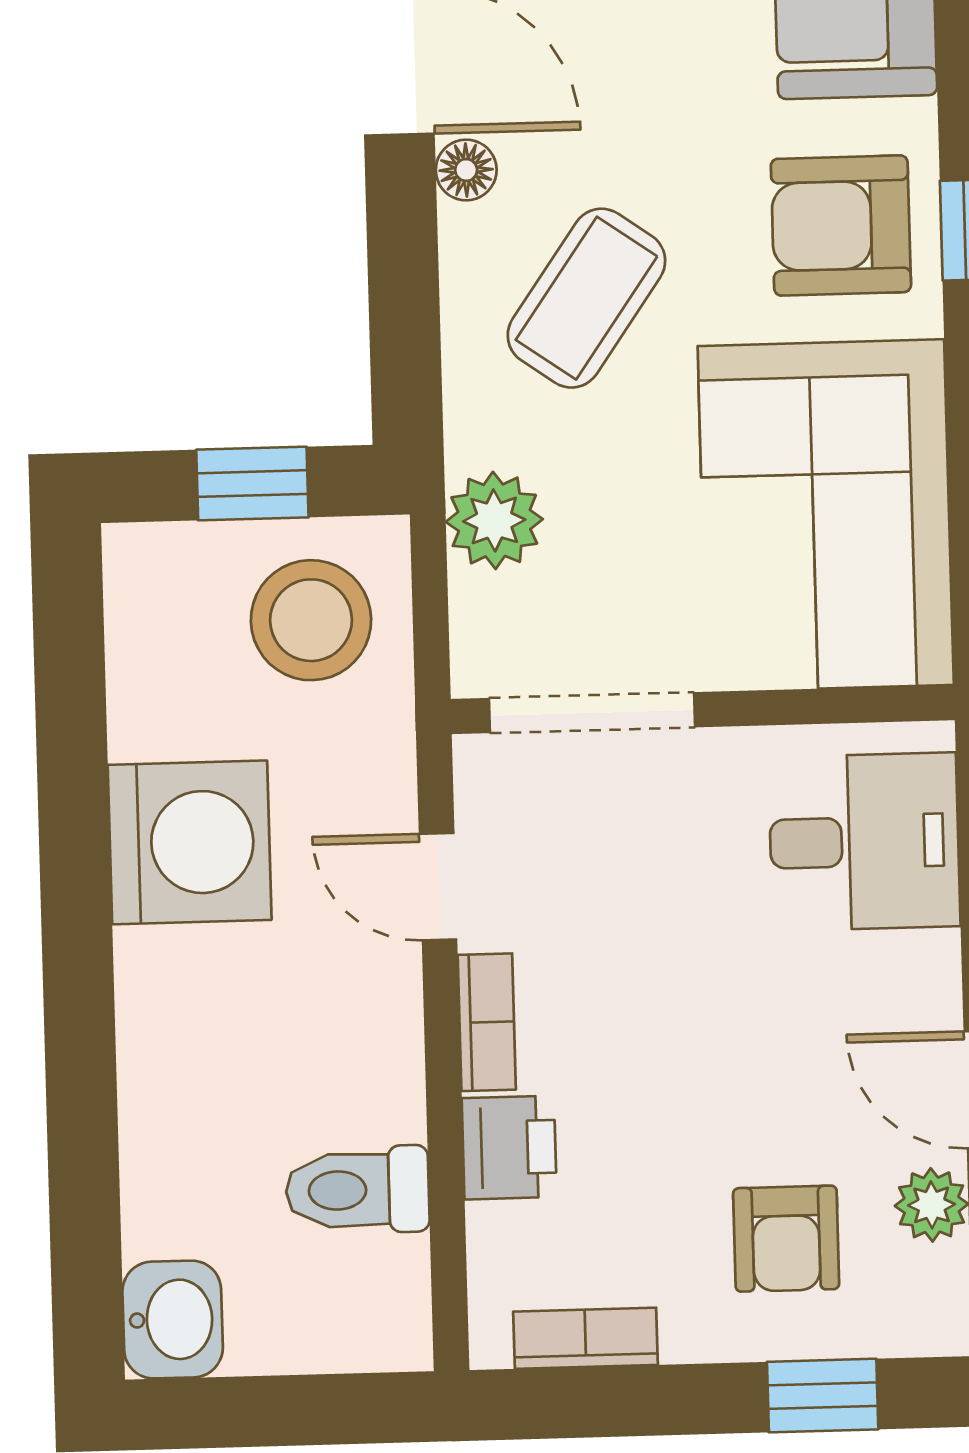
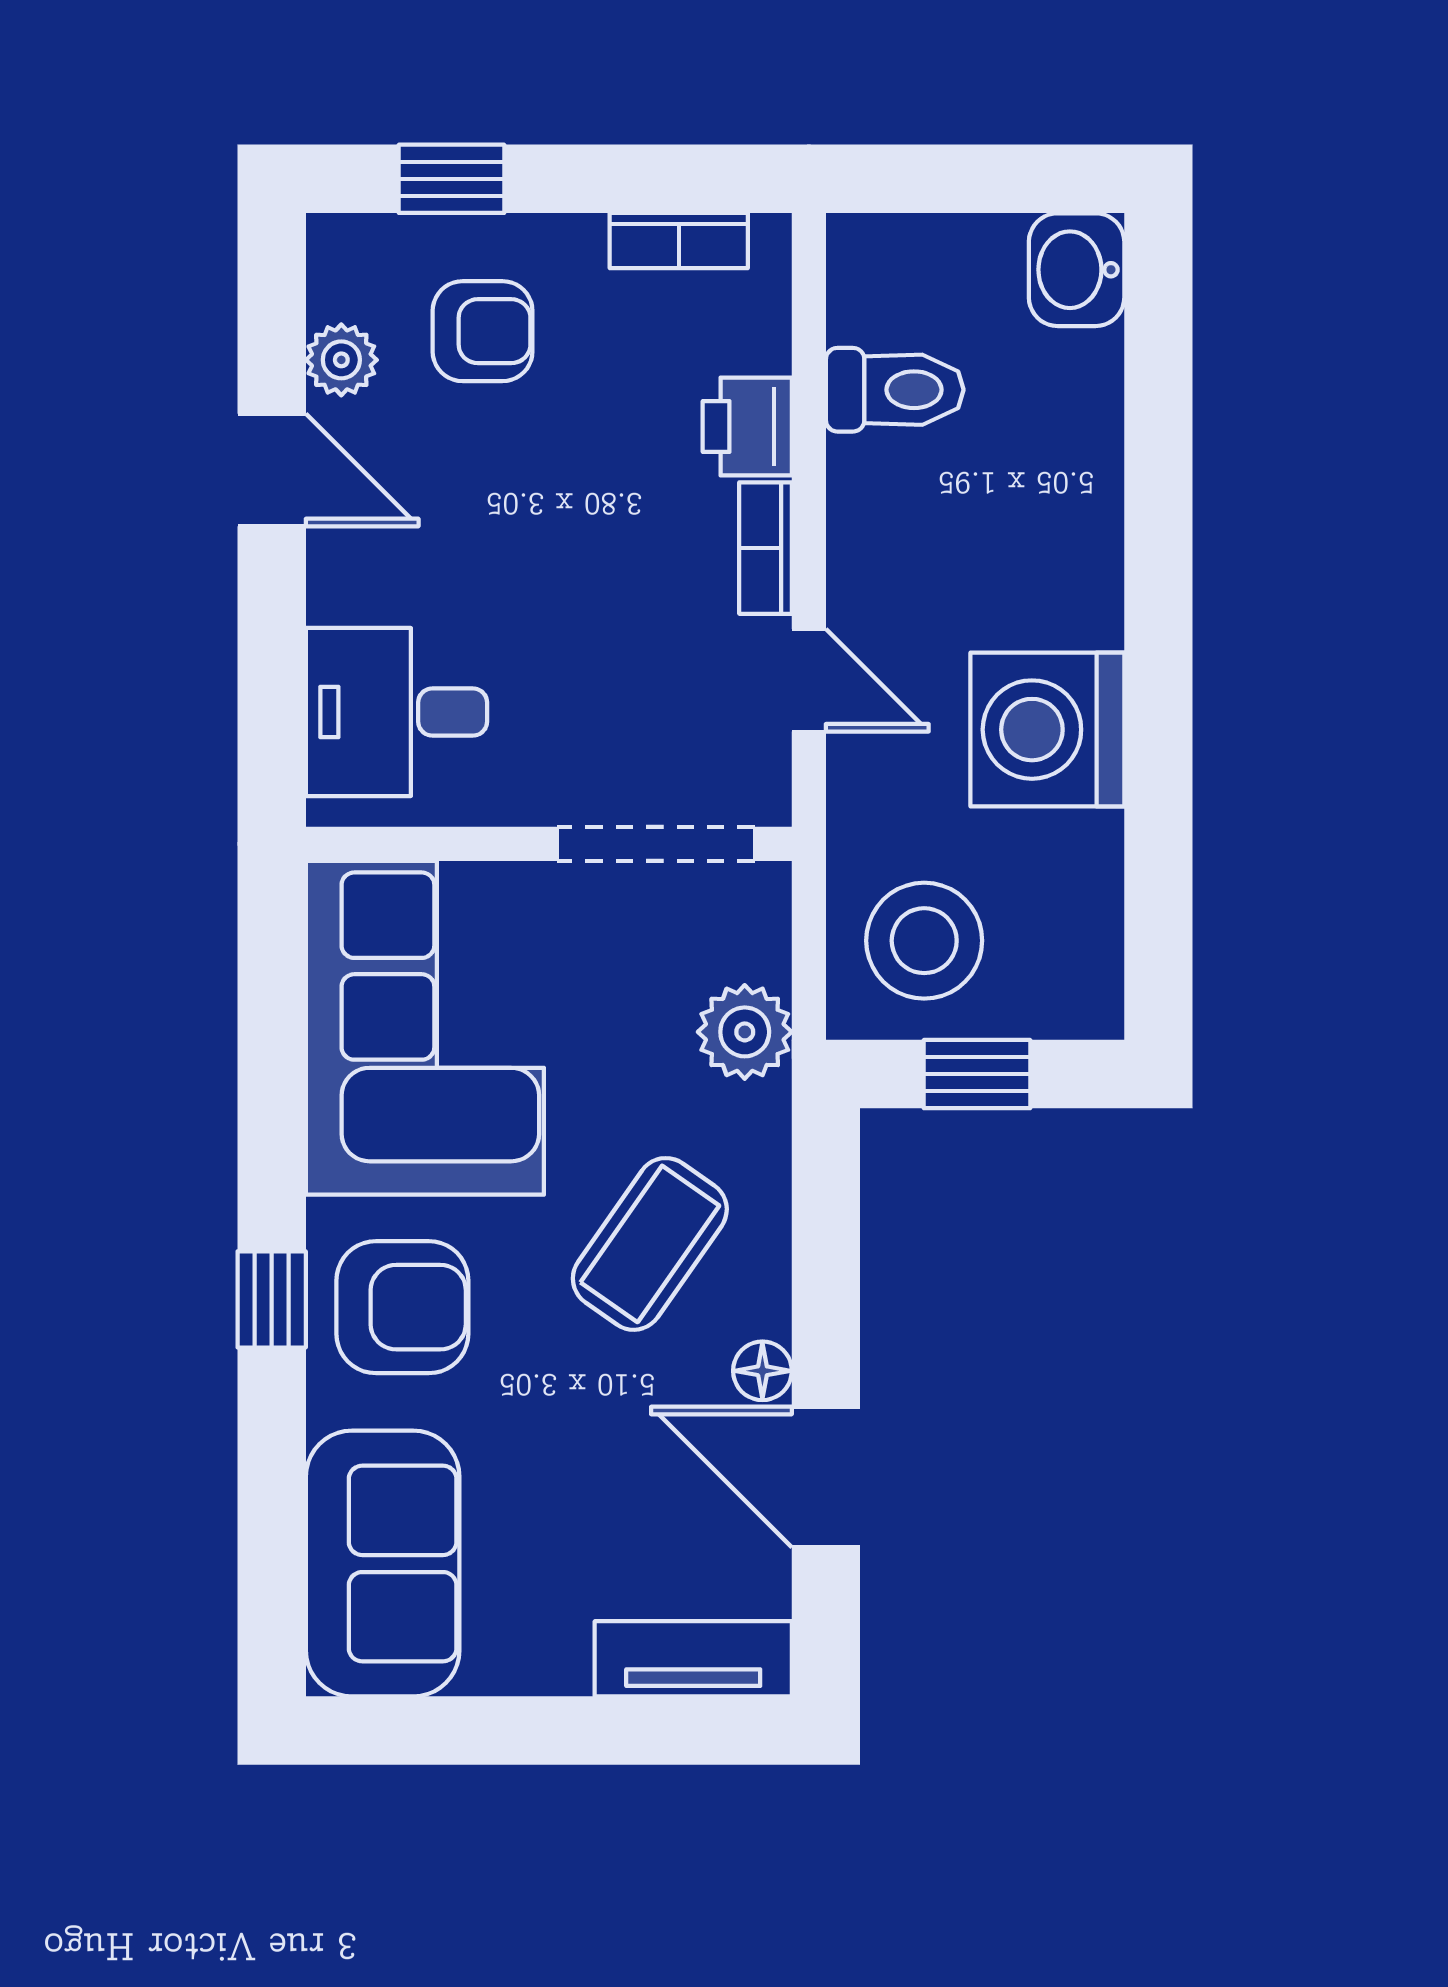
armchair: (786, 1239) -> (483, 331), turned 90

